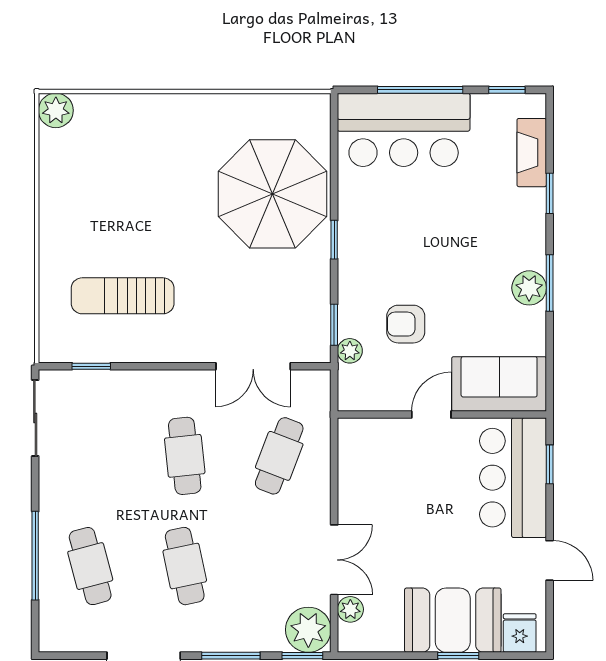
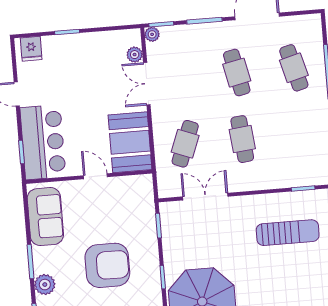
plant: (529, 288) -> (45, 285), moved
armchair: (406, 324) -> (107, 265), moved, width x1.88, depth x1.88
plant: (350, 351) -> (148, 211), removed
sofa: (499, 384) -> (45, 217), moved, turned -90
door: (431, 415) -> (95, 176), swing flipped
booth: (453, 620) -> (130, 142), moved, turned 90
plant: (308, 630) -> (152, 34), width x0.53, depth x0.53

